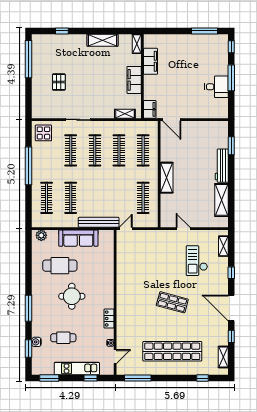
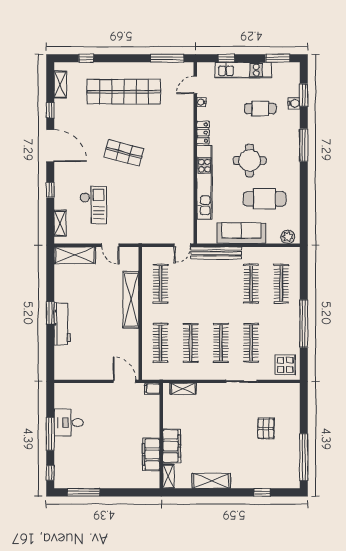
filing cabinet: (134, 80) -> (172, 446), moved
filing cabinet: (150, 109) -> (152, 389), width x0.50
window: (231, 146) -> (50, 313), moved
shelving: (167, 178) -> (131, 300), width x1.47
shelving: (221, 200) -> (75, 255), moved, turned 90
kitchen unit: (108, 279) -> (204, 183), added

